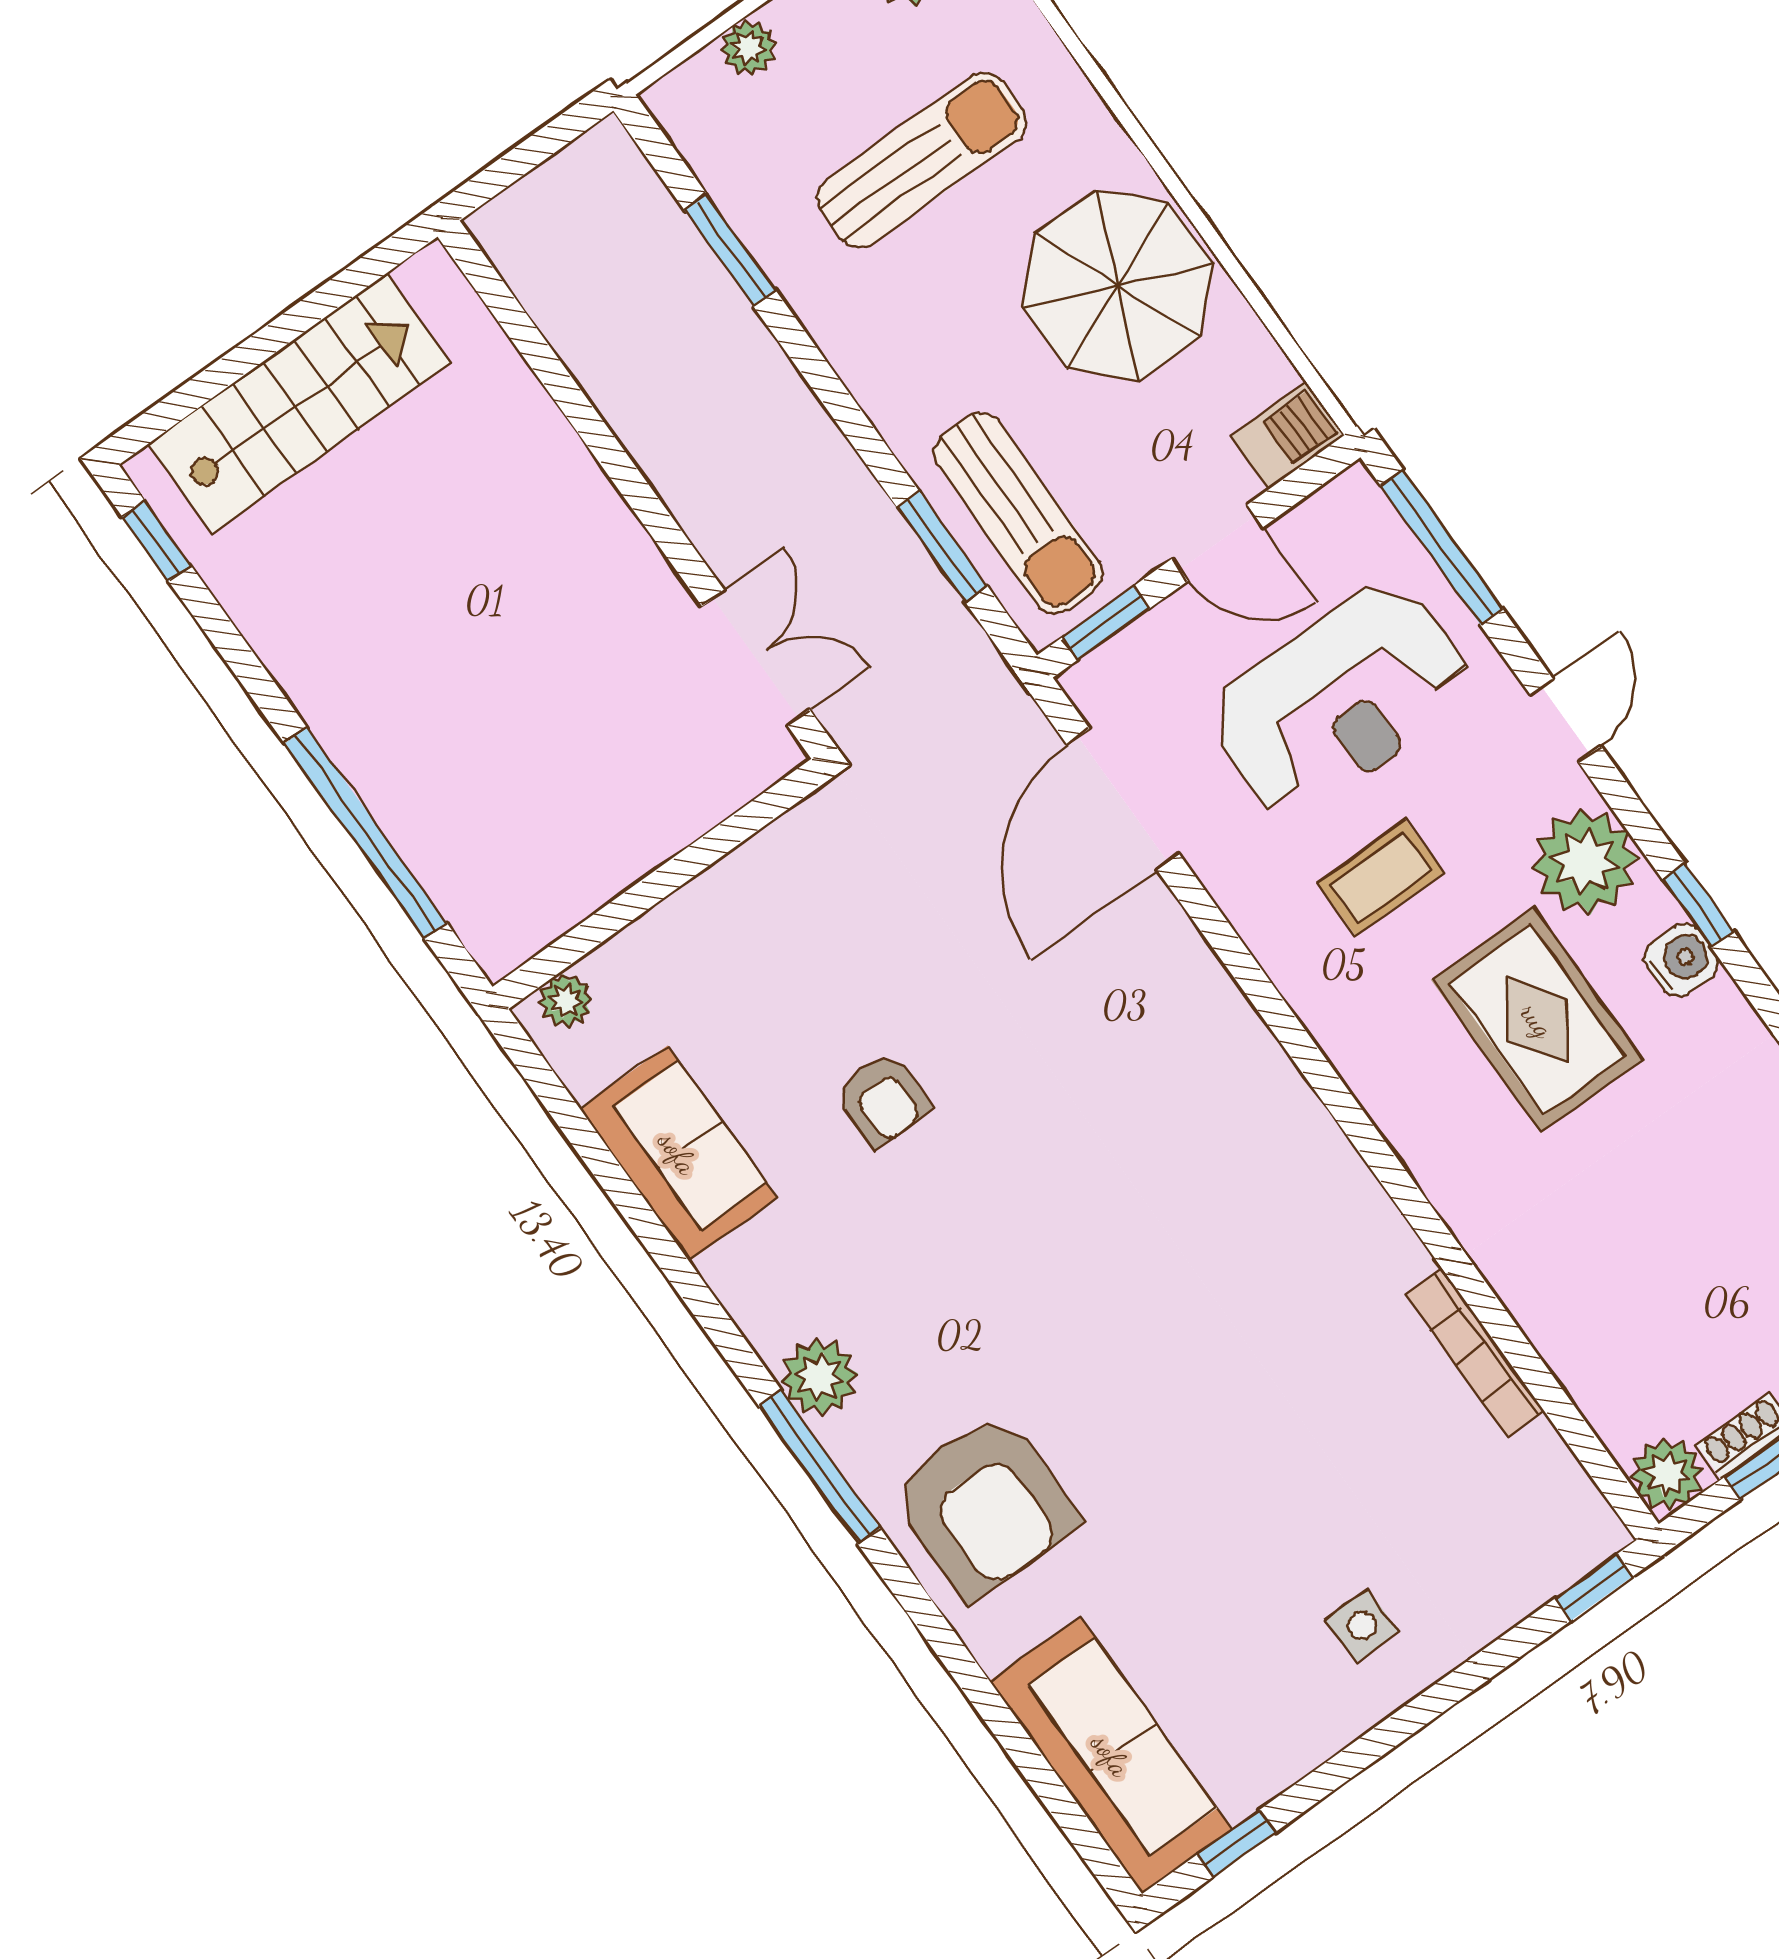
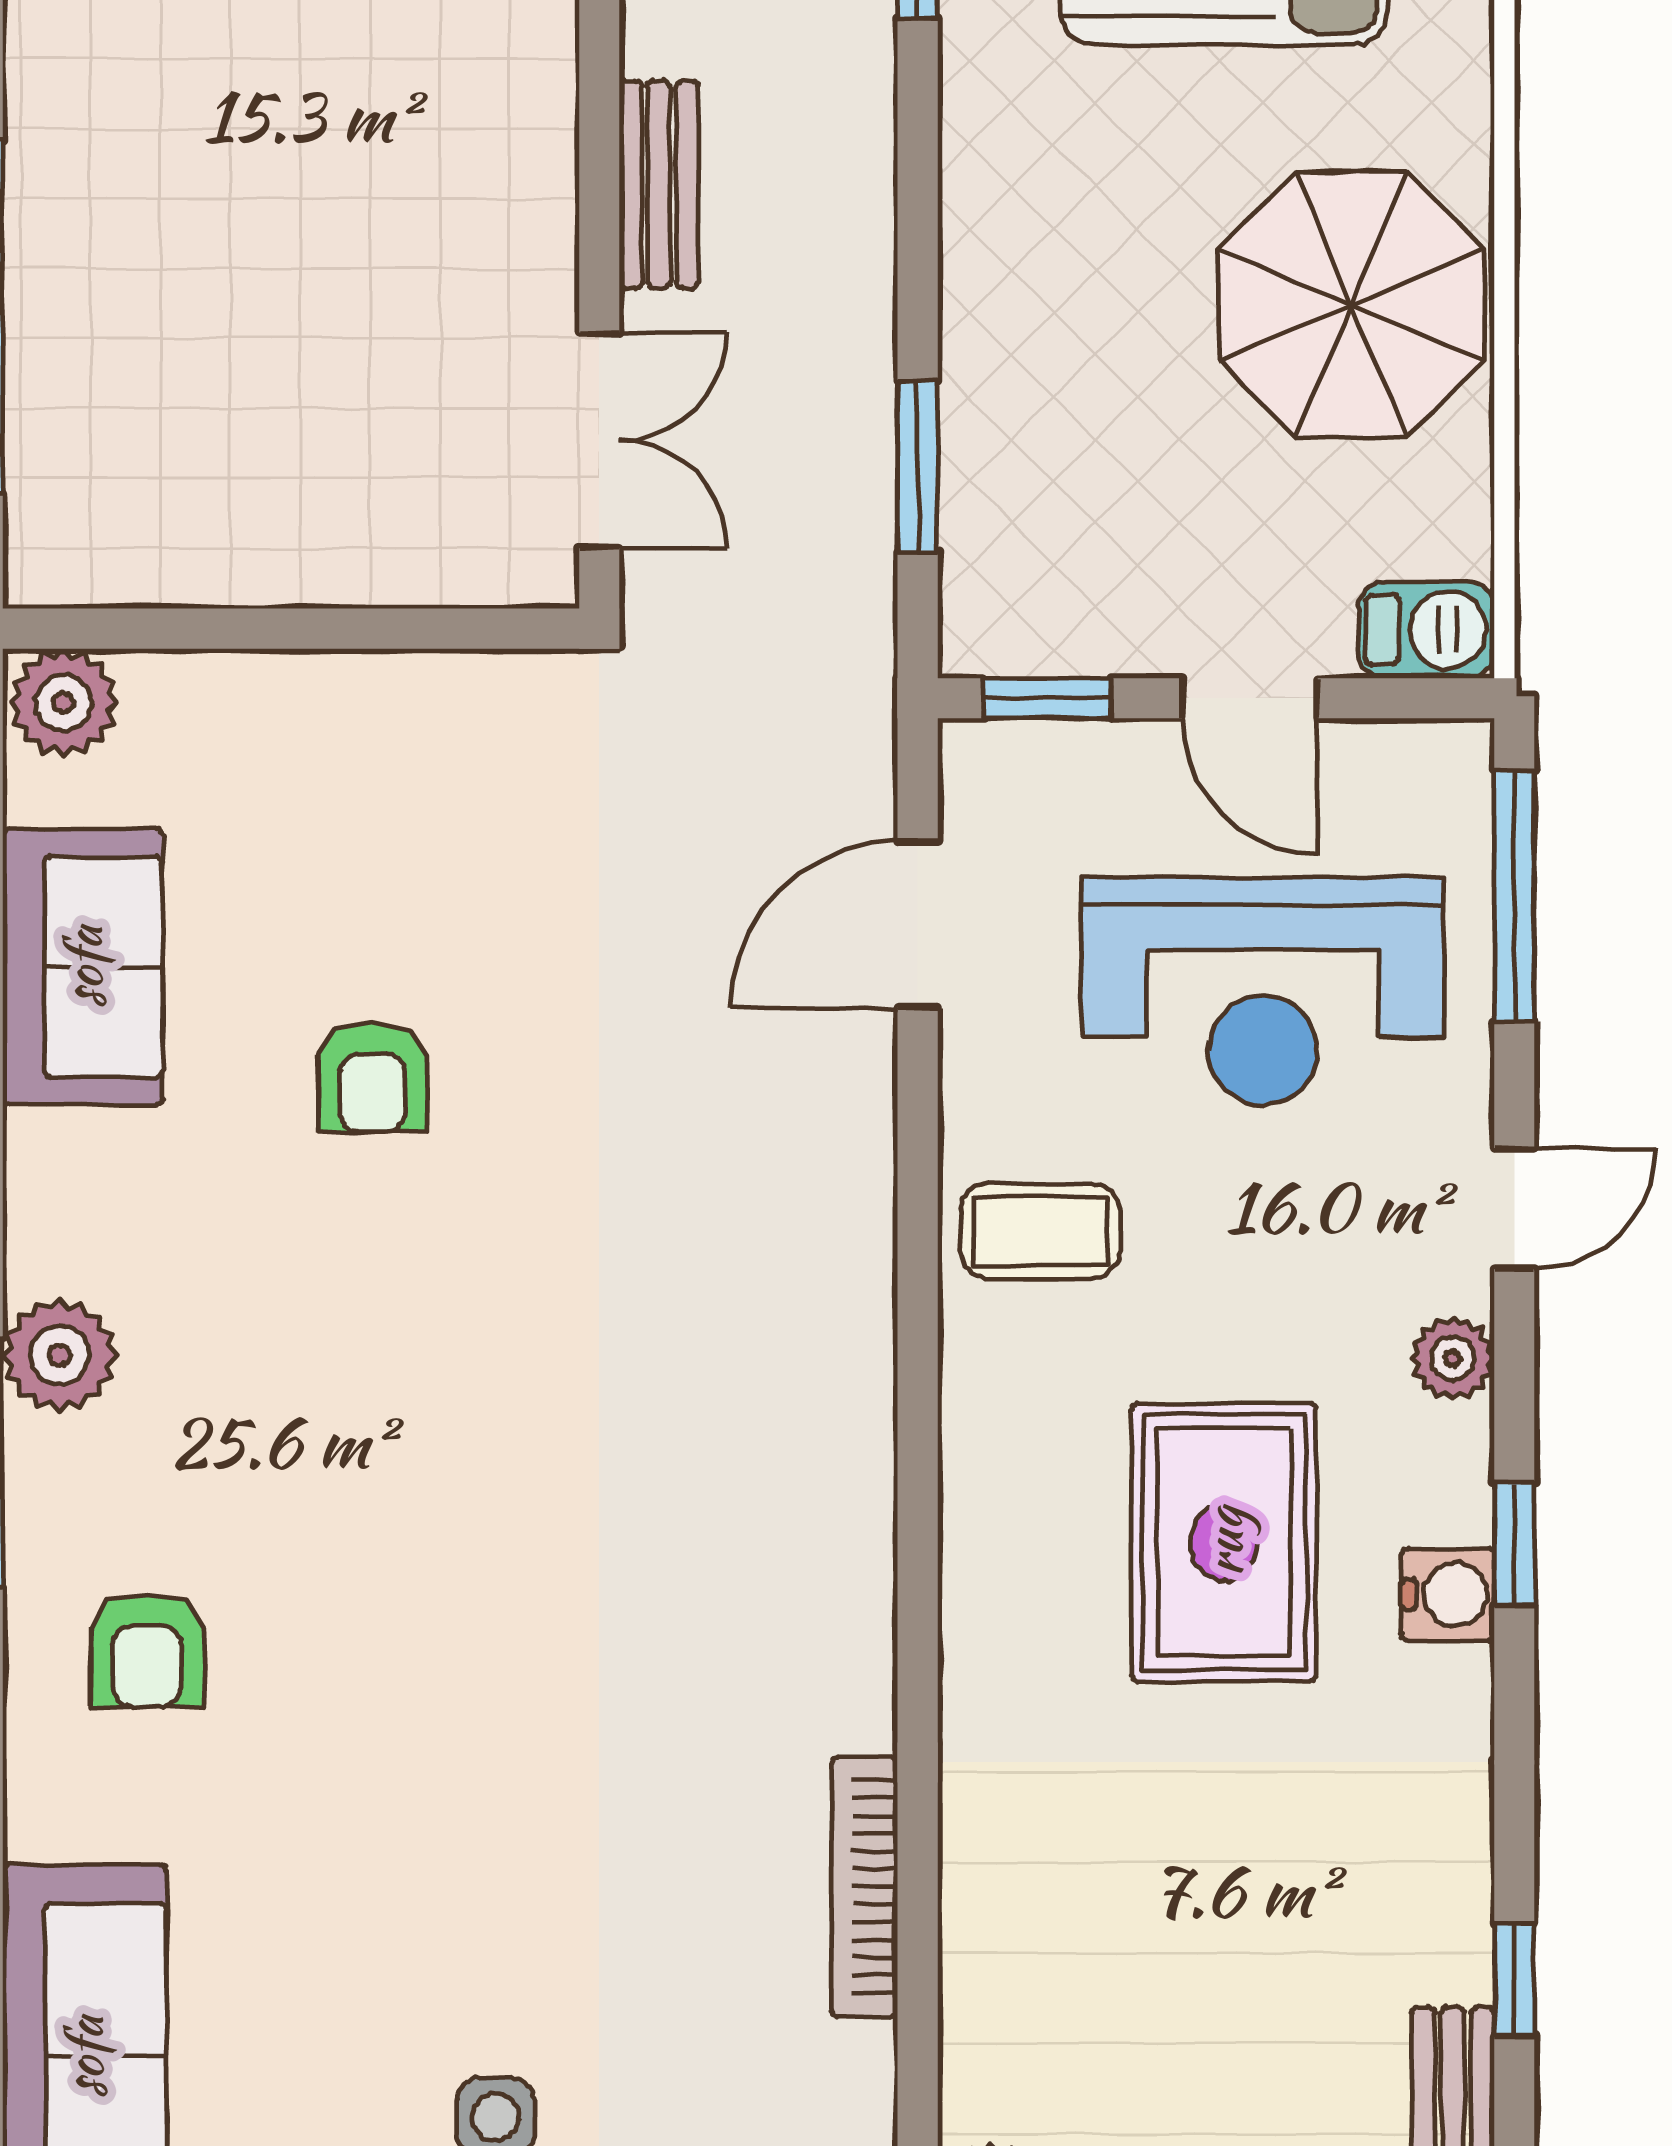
bench: (687, 493) -> (659, 184), added
sun lounger: (1018, 513) -> (1037, 492), removed
door: (1123, 799) -> (918, 924), width x0.73
plant: (1585, 862) -> (1453, 1358), width x0.53, depth x0.53
coffee table: (1381, 878) -> (1040, 1231), moved
plant: (566, 1001) -> (64, 703), width x1.38, depth x1.38
armchair: (984, 1506) -> (147, 1650), width x0.53, depth x0.53

